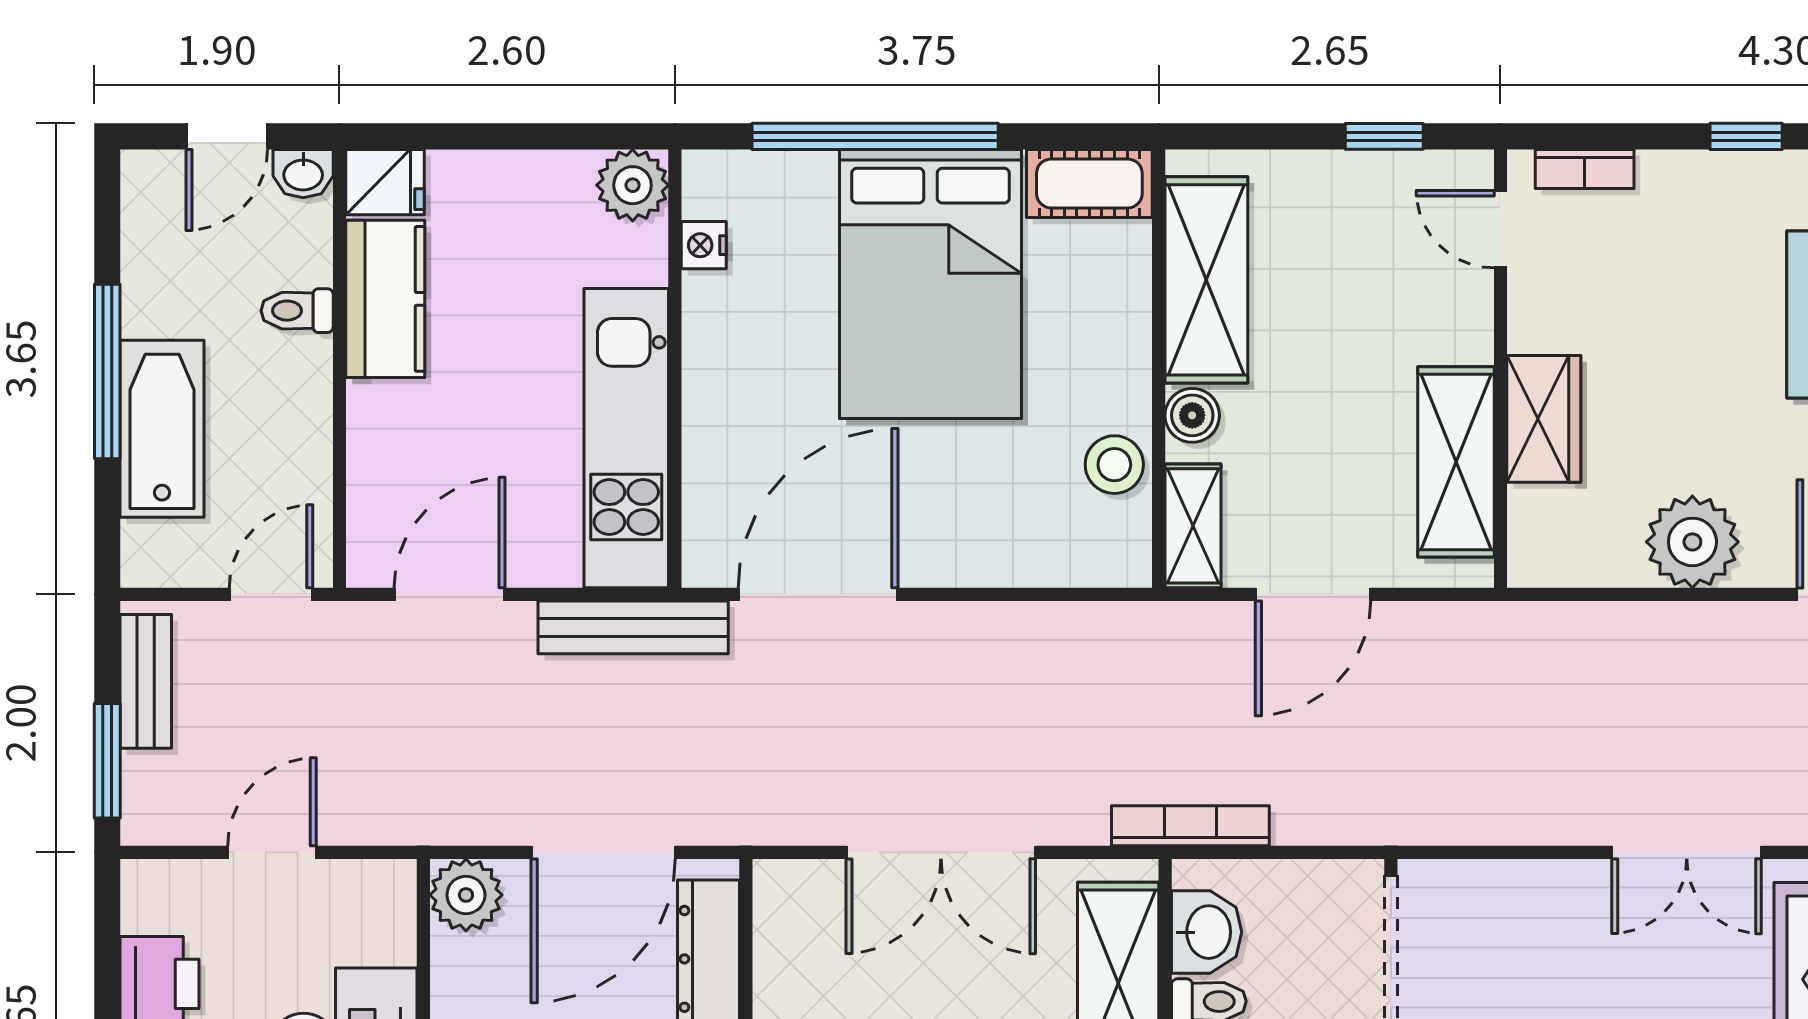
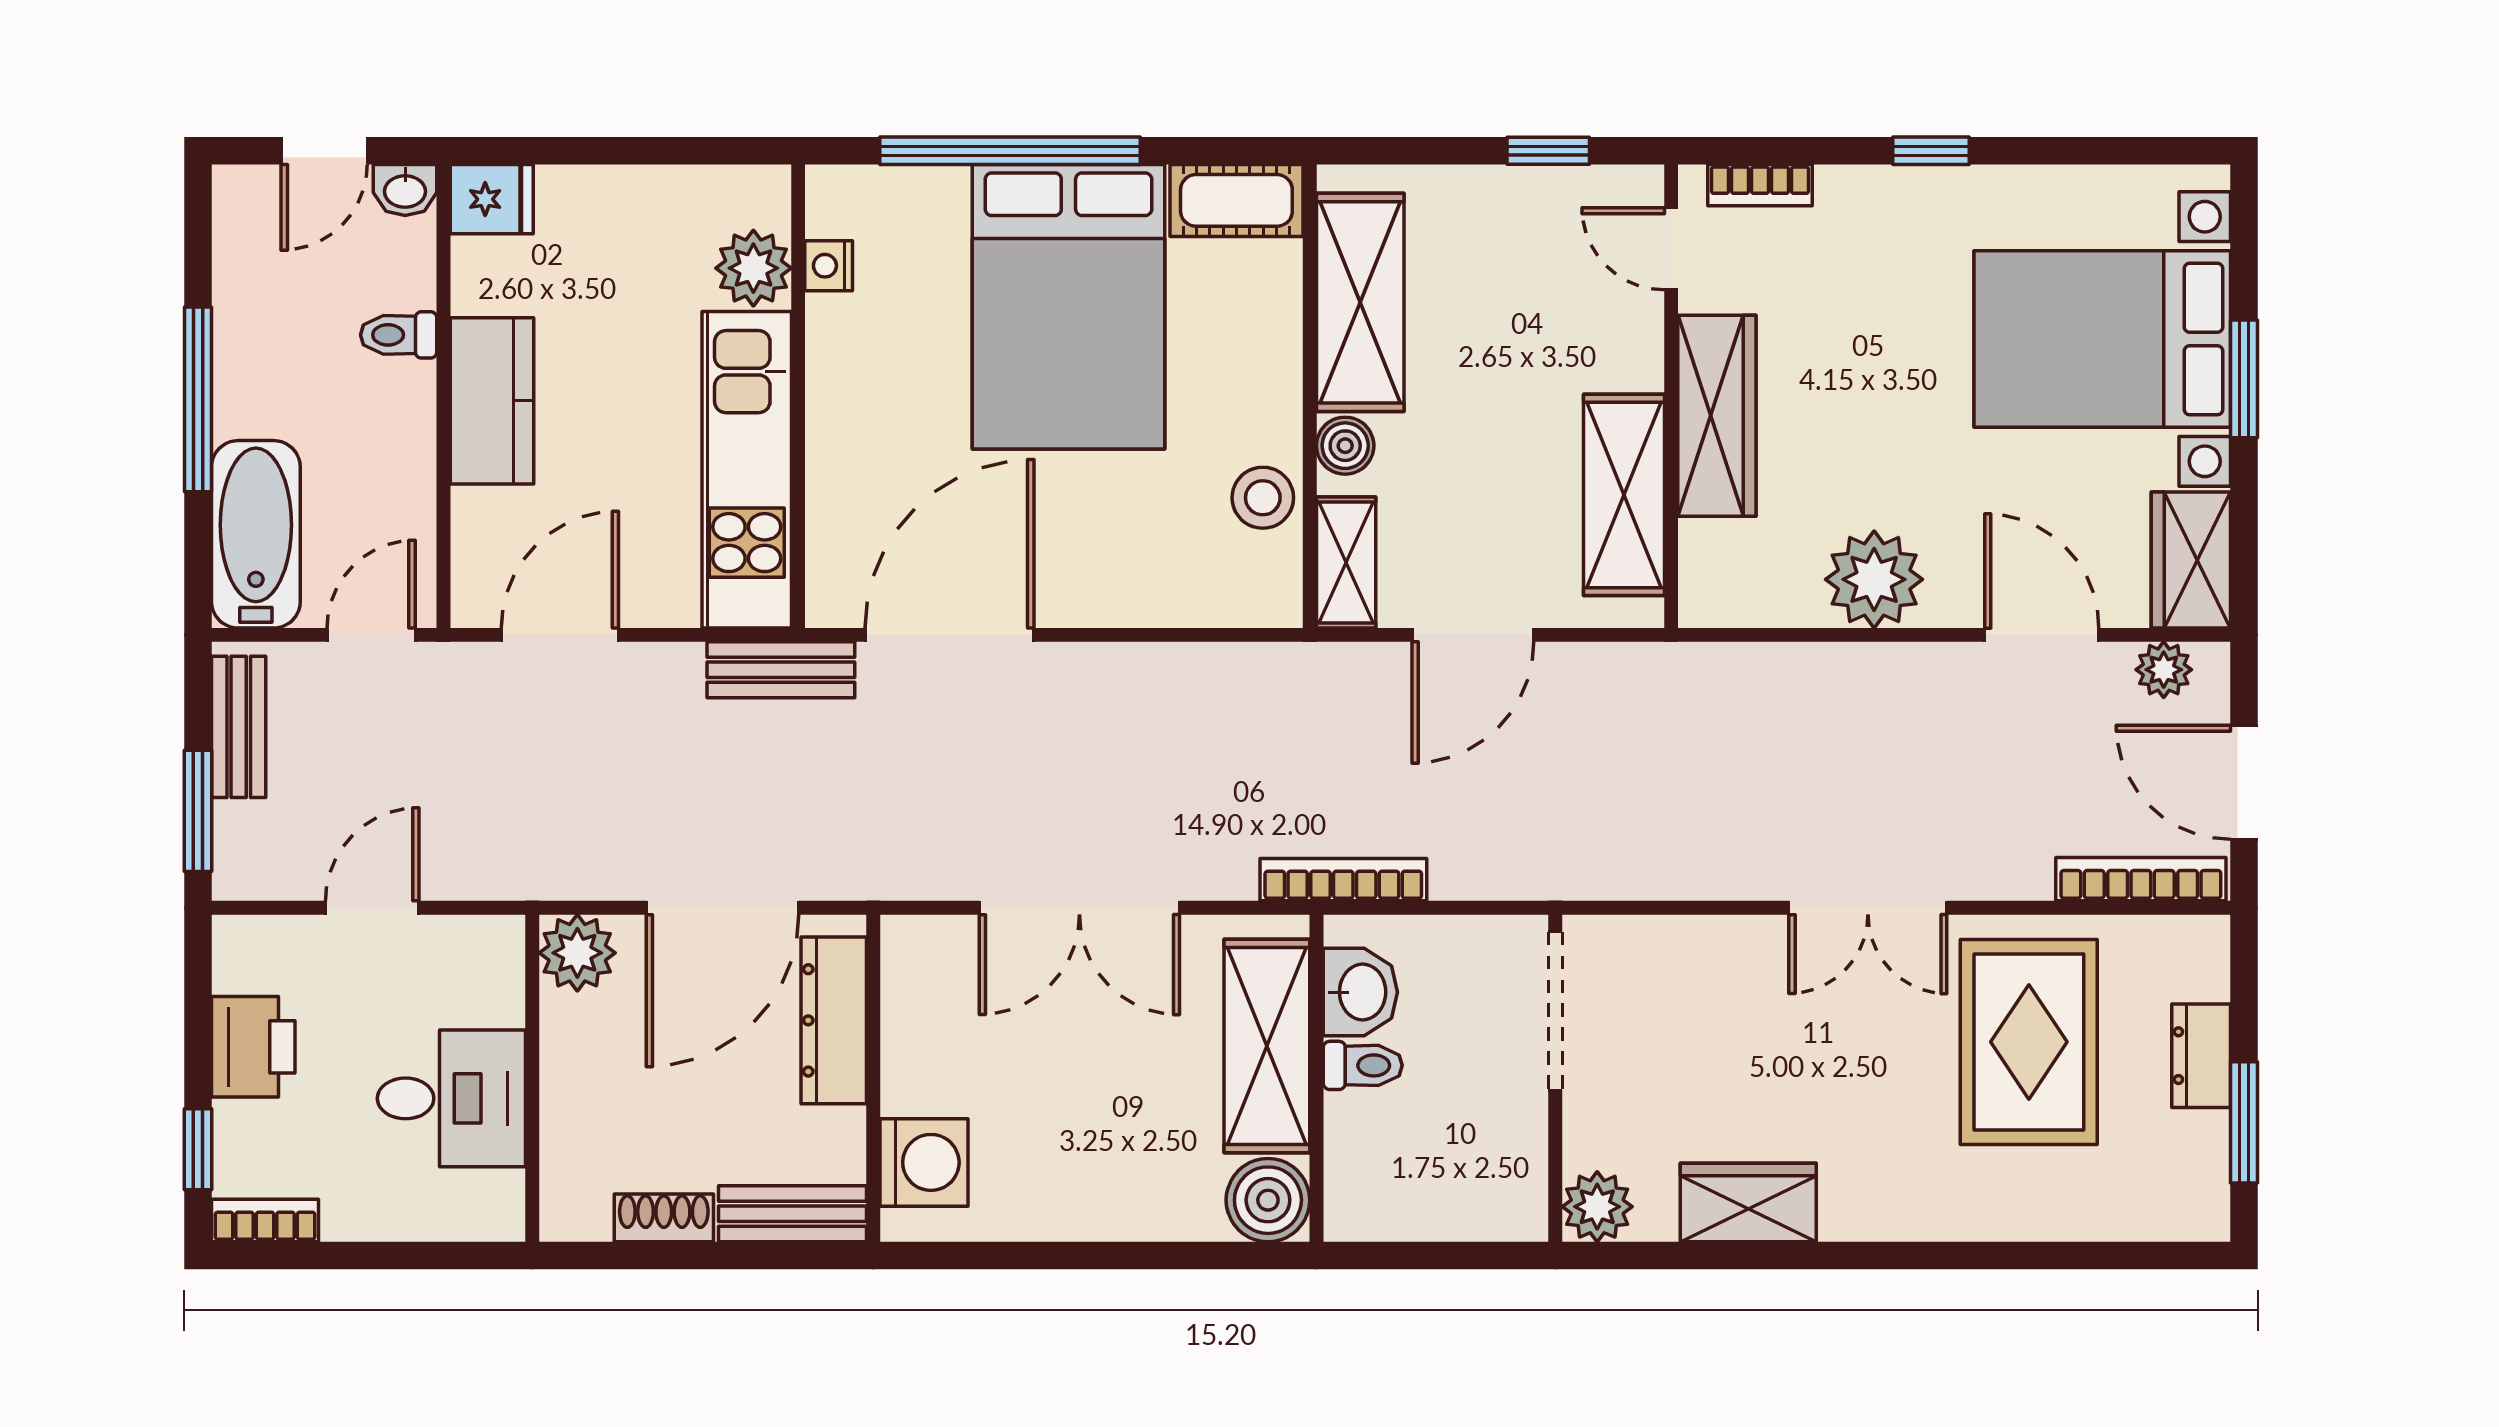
plant: (633, 185) -> (753, 268), moved
kitchen counter: (385, 299) -> (492, 401), moved
wardrobe: (1544, 419) -> (1717, 416), width x1.50
bathtub: (162, 429) -> (256, 534), moved
bench: (633, 627) -> (781, 670), width x0.73

